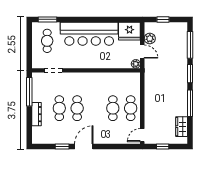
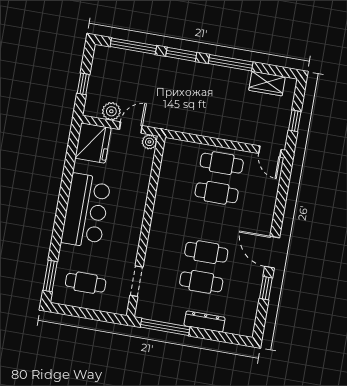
bar counter: (89, 34) -> (86, 211), width x0.73

